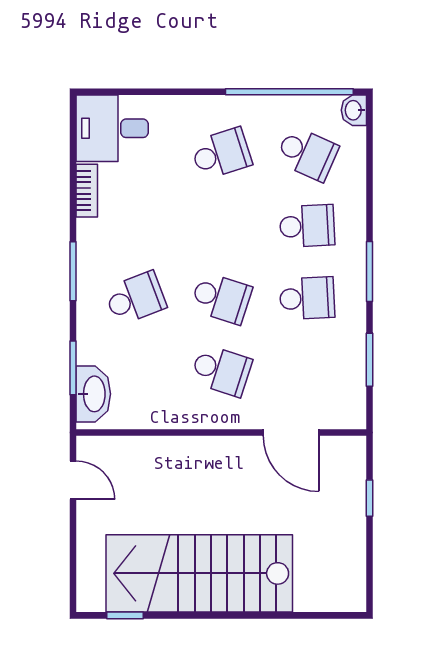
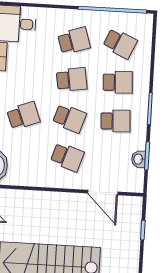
washbasin: (354, 110) -> (138, 159), moved
school desk: (221, 226) -> (72, 80), added

